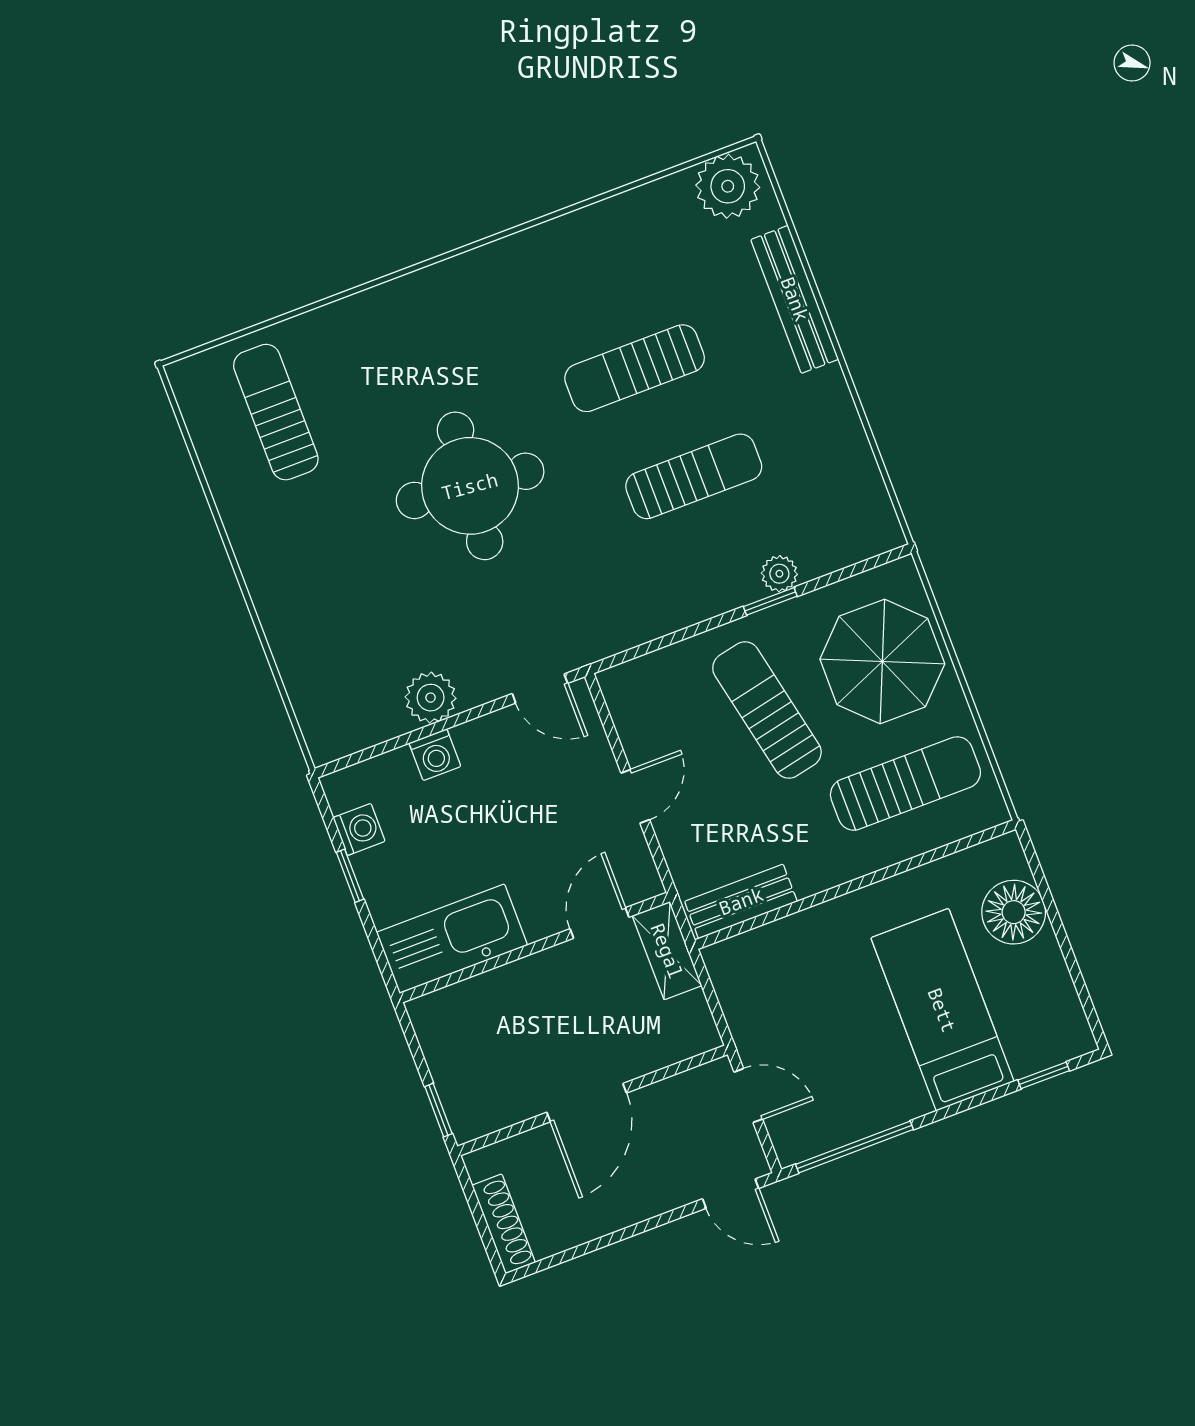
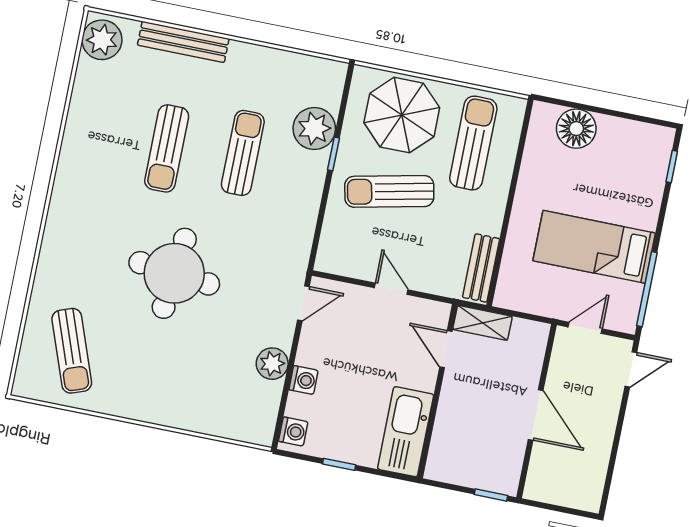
sun lounger: (276, 412) -> (72, 351), turned -110
plant: (779, 574) -> (314, 128), width x1.88, depth x1.88
washing machine: (359, 829) -> (293, 431), moved, turned 90
bed: (942, 1010) -> (594, 247), moved
shoe rack: (504, 1224) -> (572, 498), removed

